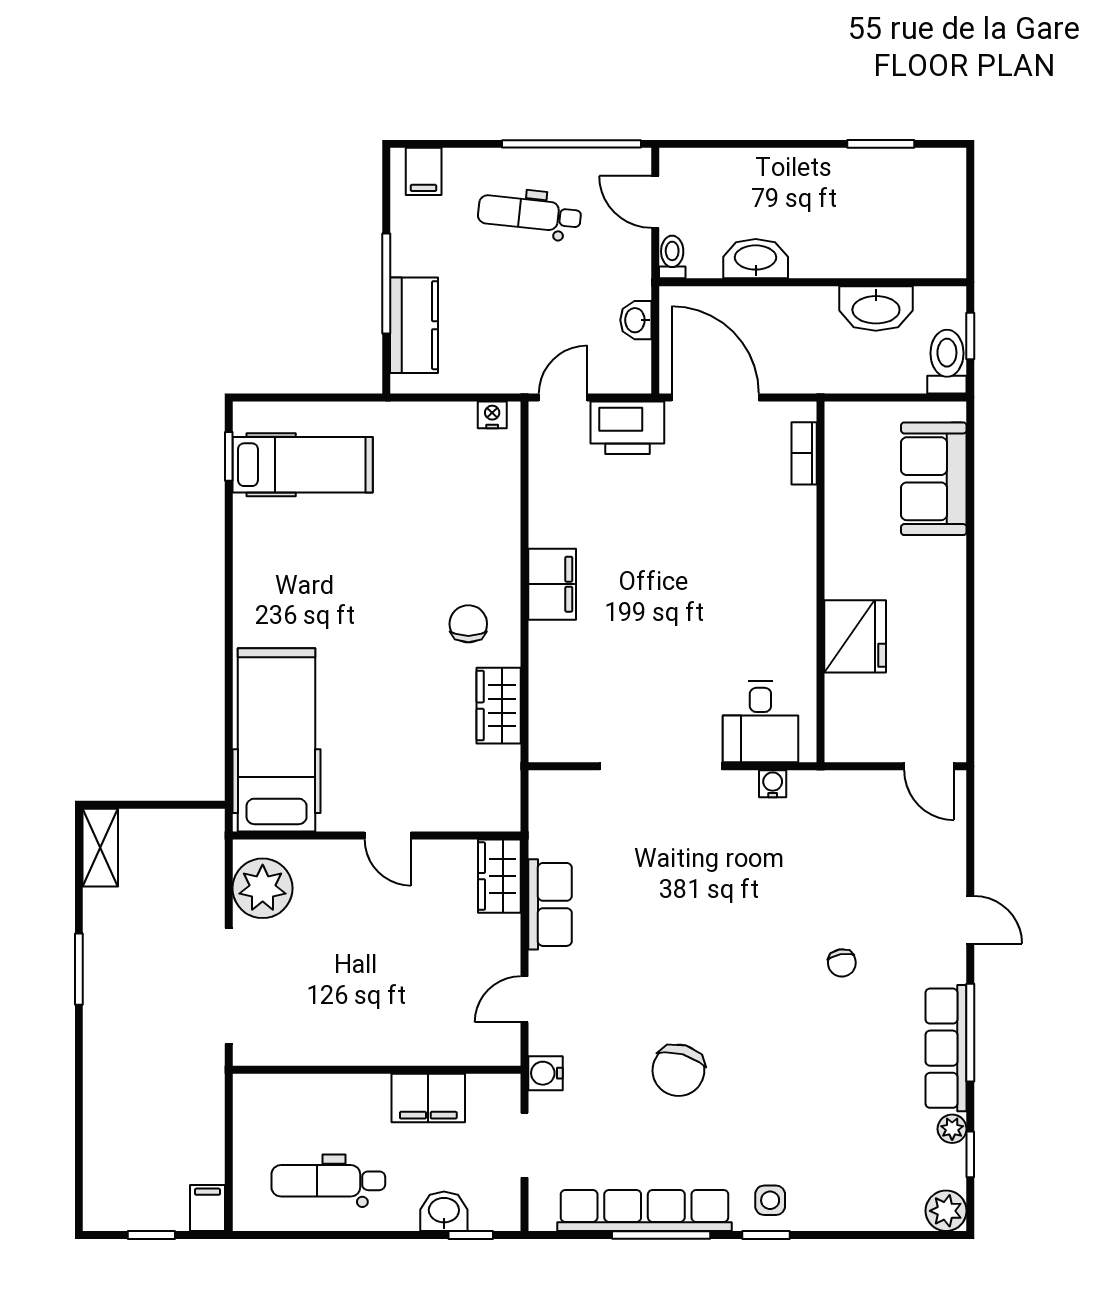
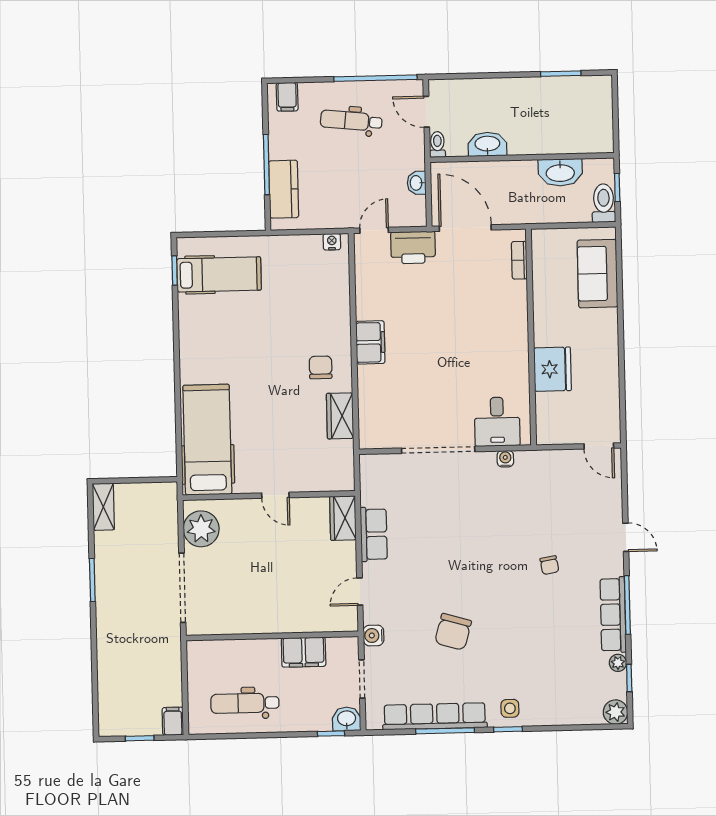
washbasin: (444, 1211) -> (347, 719), moved

